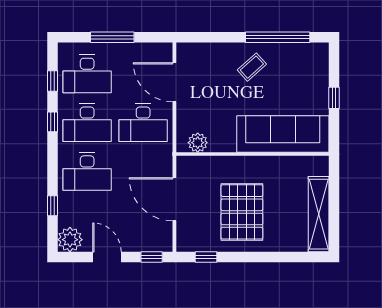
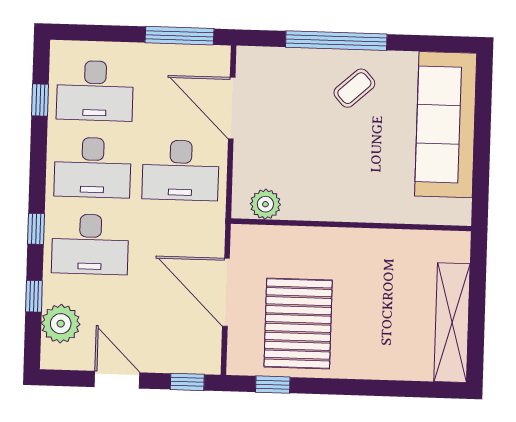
window: (112, 37) -> (179, 36), moved
window: (278, 37) -> (336, 41), moved
window: (334, 98) -> (482, 141), removed
window: (52, 122) -> (36, 229), moved
sofa: (283, 134) -> (446, 125), moved, turned -90
pallet: (242, 212) -> (298, 323), moved
plant: (70, 240) -> (61, 324), moved

